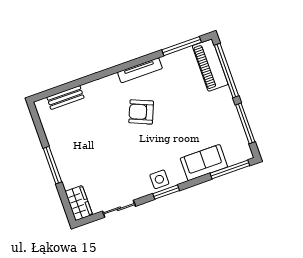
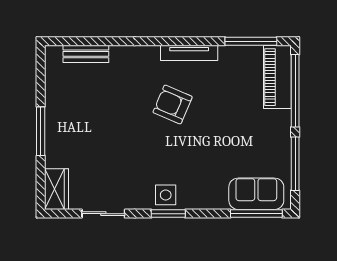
sofa: (204, 163) -> (256, 194), moved

